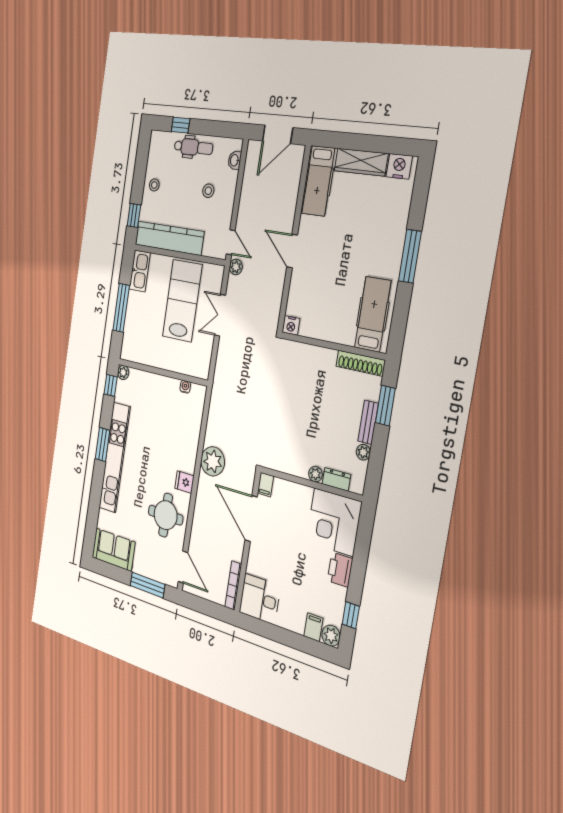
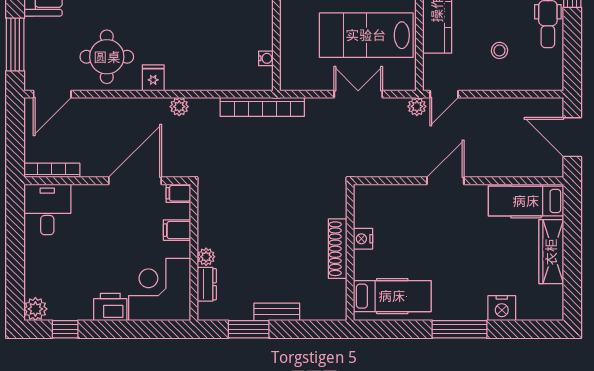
washbasin: (235, 160) -> (538, 82), removed
nightstand: (399, 166) -> (502, 308), moved, turned 90
lab bench: (182, 301) -> (366, 35), turned 180
nightstand: (291, 325) -> (363, 239), moved
shoe rack: (360, 363) -> (338, 249), moved
bookcase: (217, 398) -> (262, 107), added
window: (385, 406) -> (249, 329), moved
plant: (363, 452) -> (244, 312), removed
plant: (213, 461) -> (179, 107), width x0.53, depth x0.53
filing cabinet: (313, 627) -> (177, 230), moved, turned 180

